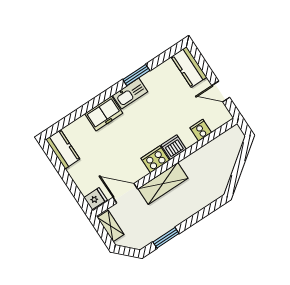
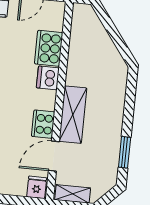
cooker: (201, 130) -> (49, 48), width x1.87, depth x1.31
cooker: (155, 159) -> (43, 124), moved

